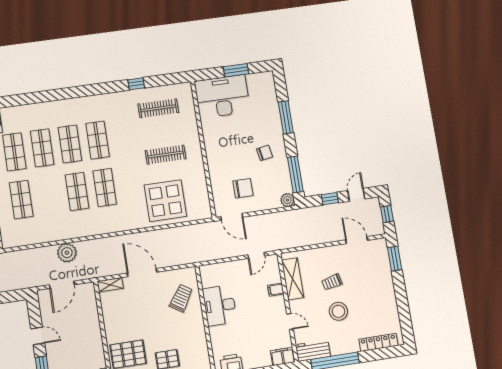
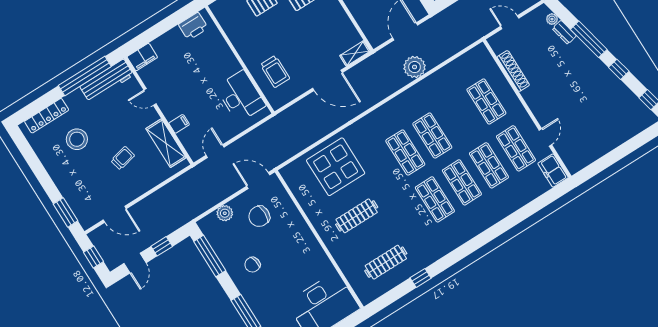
plant: (287, 200) -> (225, 213), moved
trolley: (181, 298) -> (275, 72), turned -33
desk: (220, 305) -> (241, 96), moved
stool: (338, 311) -> (77, 139), moved
workbench: (313, 351) -> (107, 81), width x1.38

